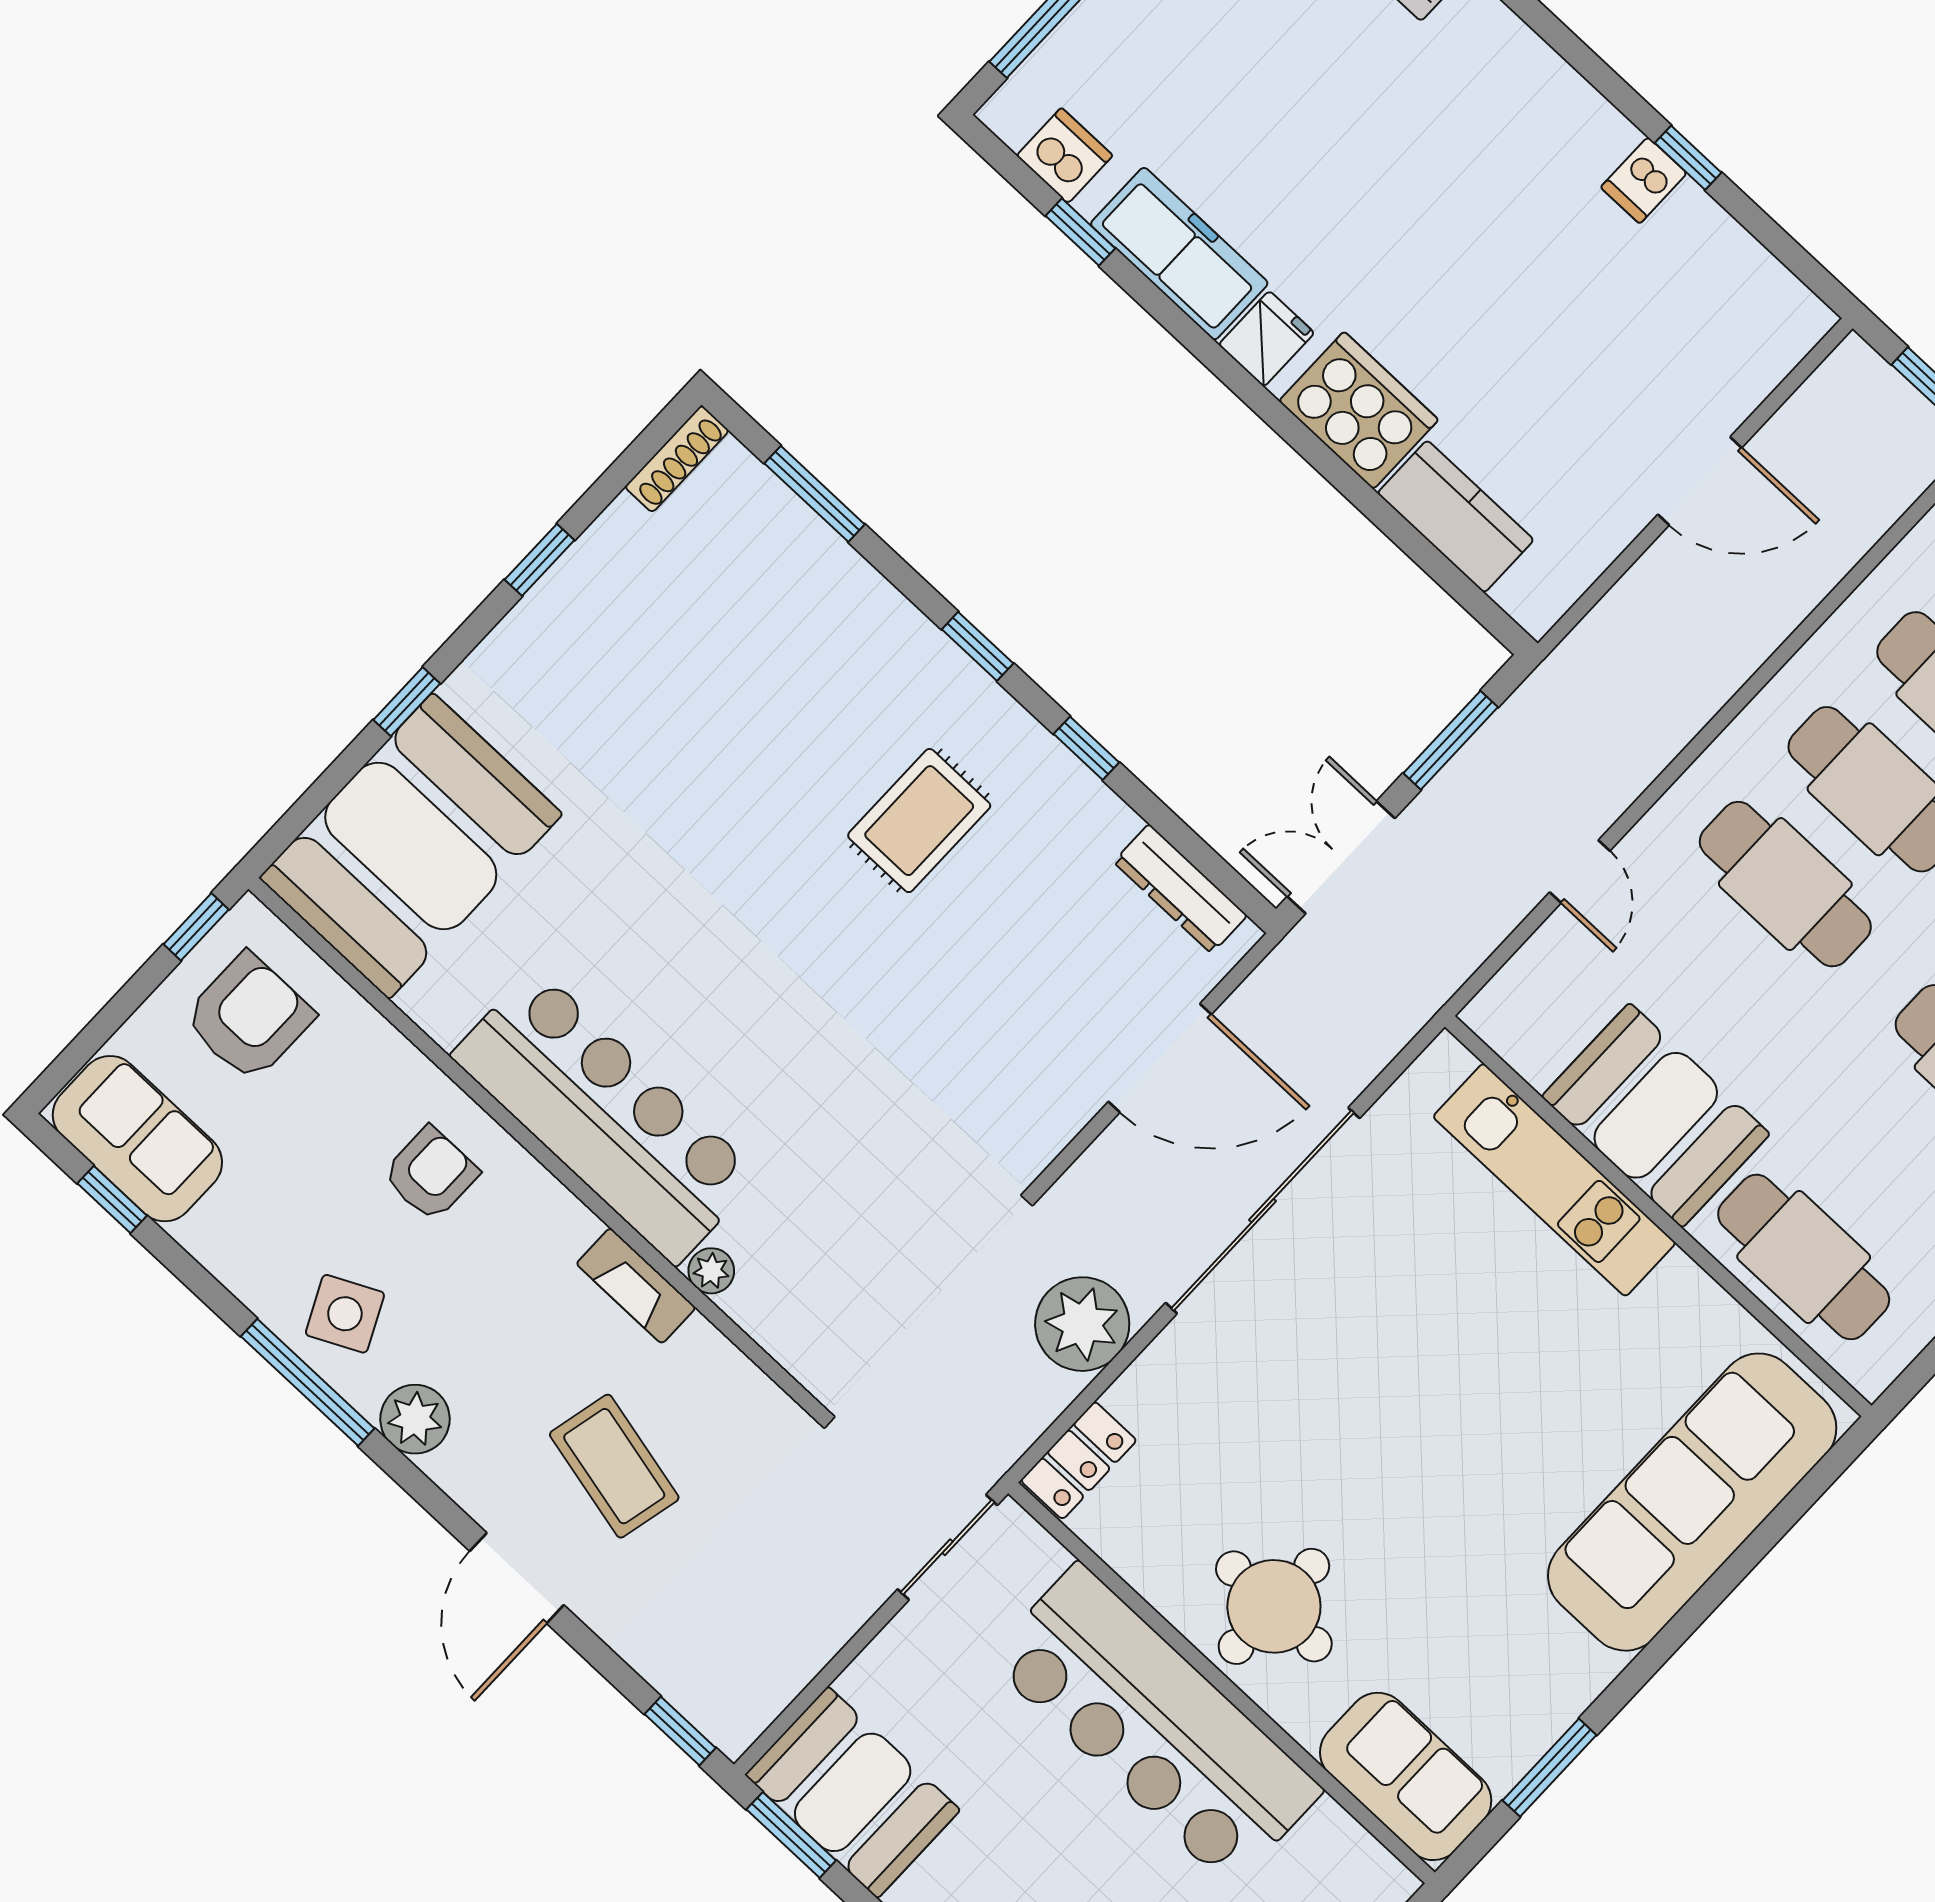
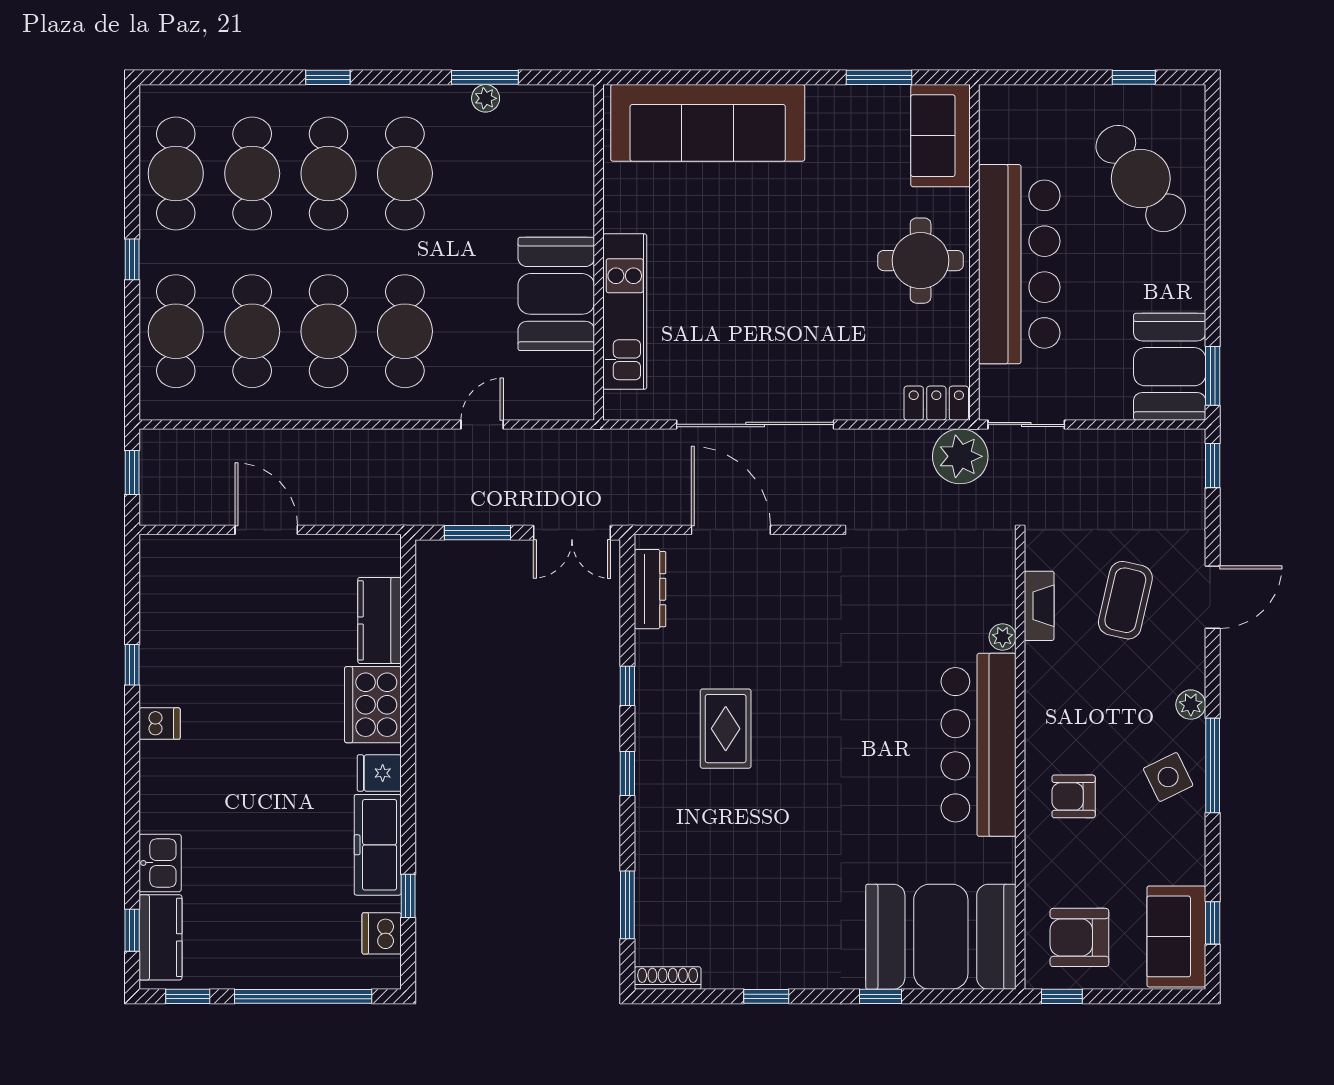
dishwasher: (1644, 180) -> (160, 724), moved
rug: (919, 821) -> (726, 729), turned 90
cafe table: (1804, 1257) -> (558, 173), removed
fireplace: (636, 1286) -> (1039, 606), moved
plant: (1082, 1324) -> (960, 456), moved
plant: (415, 1419) -> (1191, 705), width x0.73, depth x0.73

